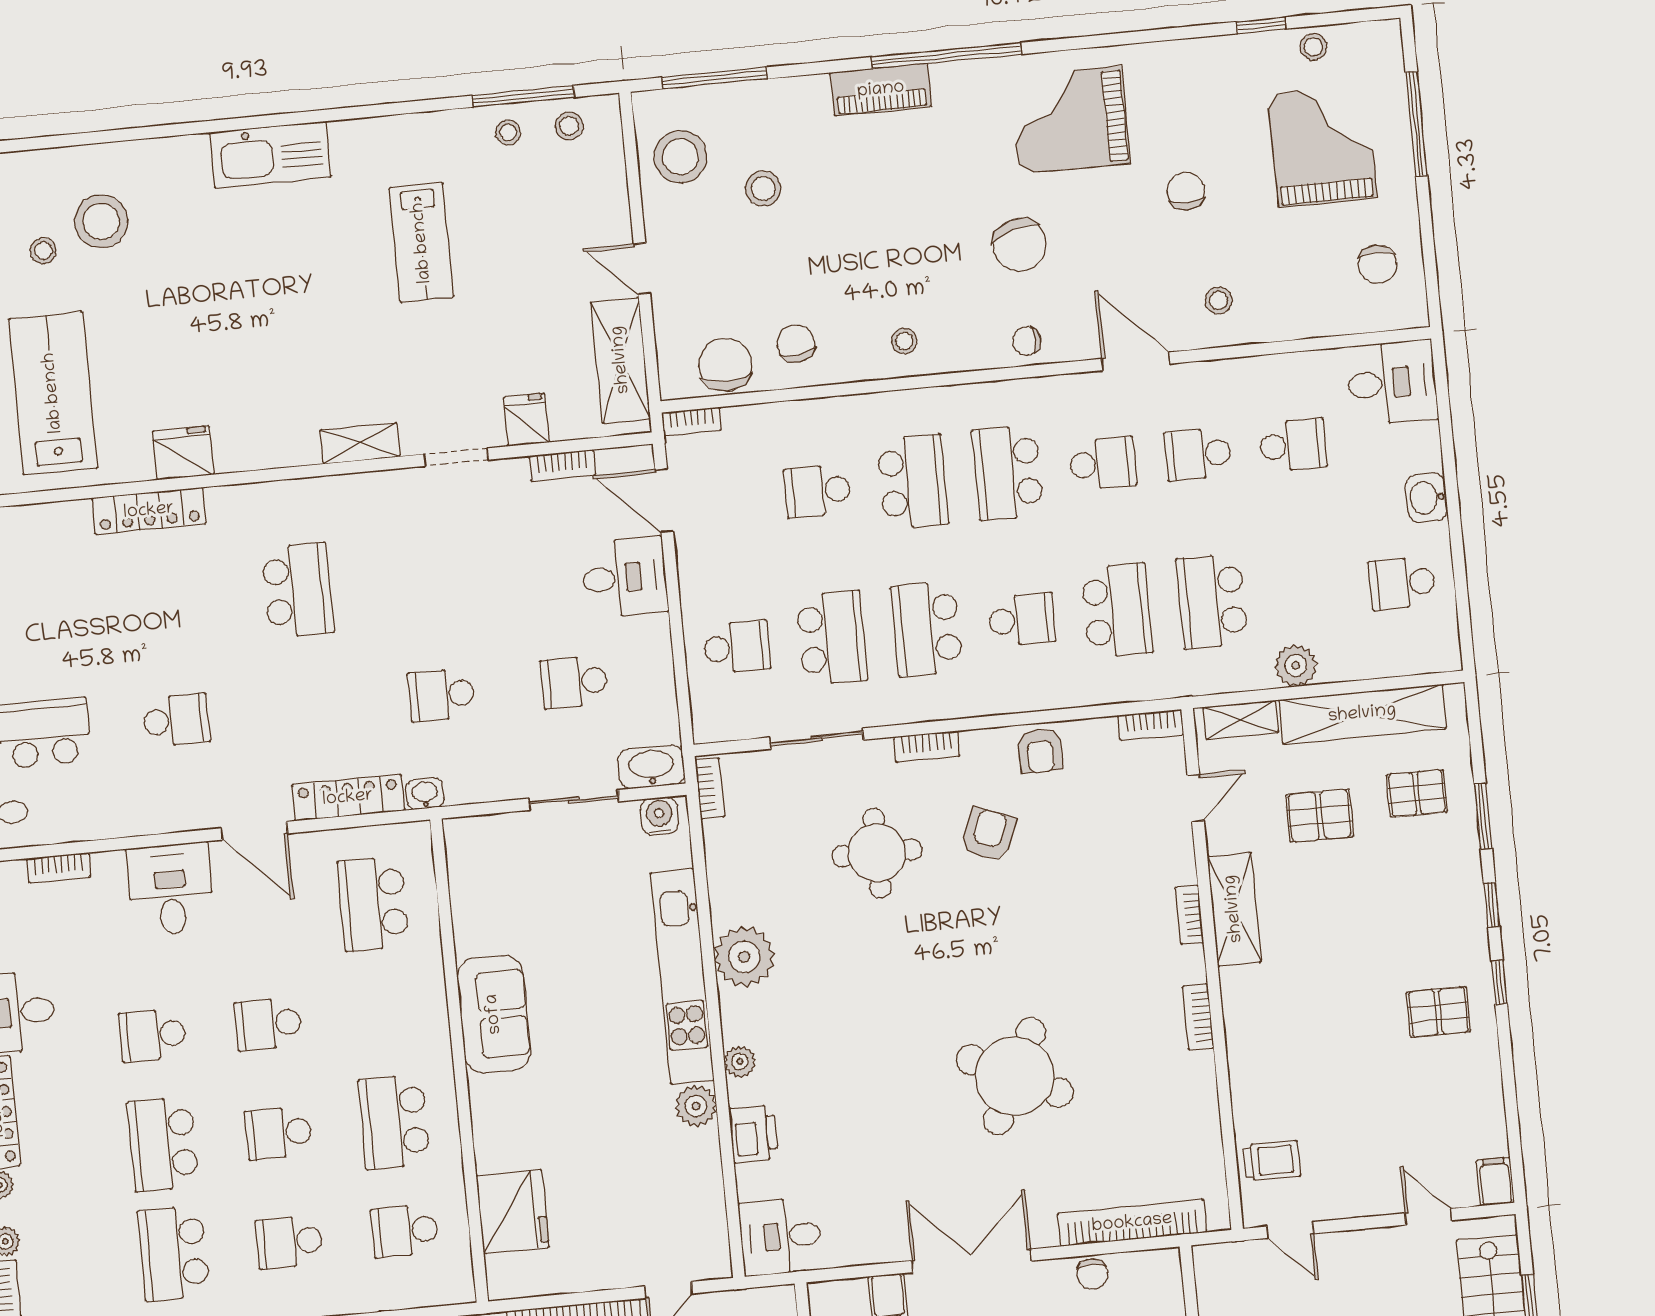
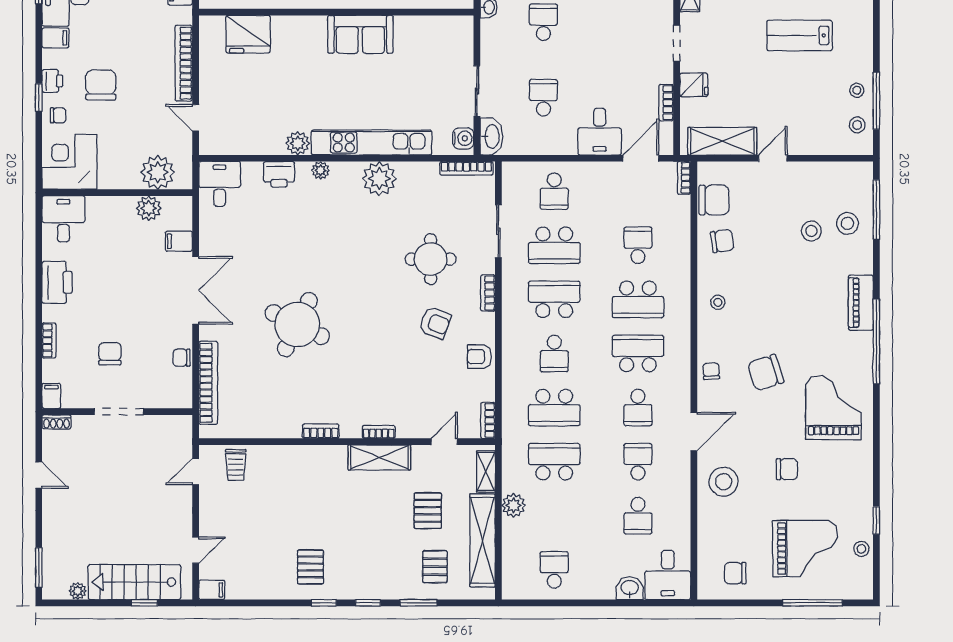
stool: (680, 157) -> (847, 223), moved, width x0.73, depth x0.73
stool: (1219, 300) -> (724, 482), width x1.89, depth x1.89
washbasin: (1426, 498) -> (630, 588), moved
bookcase: (710, 788) -> (466, 168), width x1.56
door: (1196, 798) -> (444, 442), swing flipped

